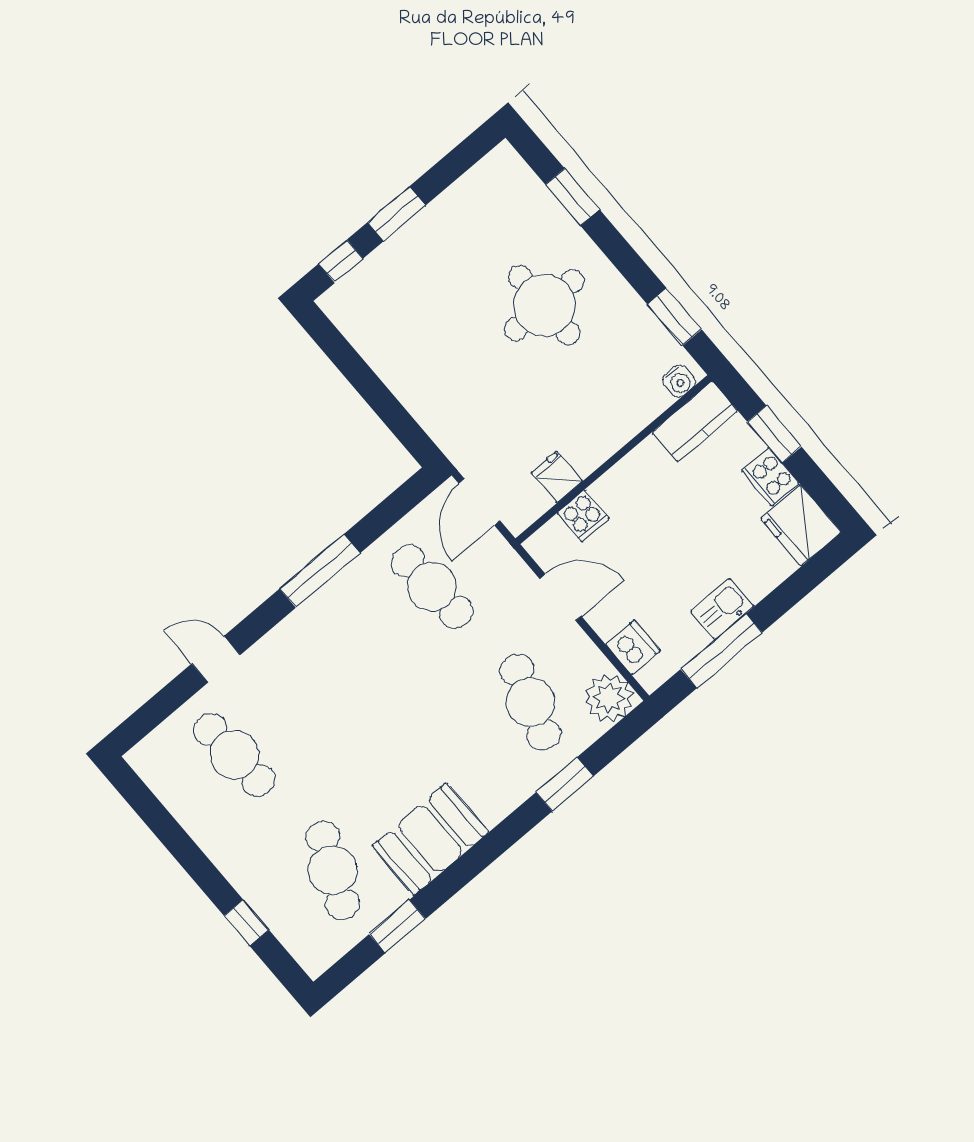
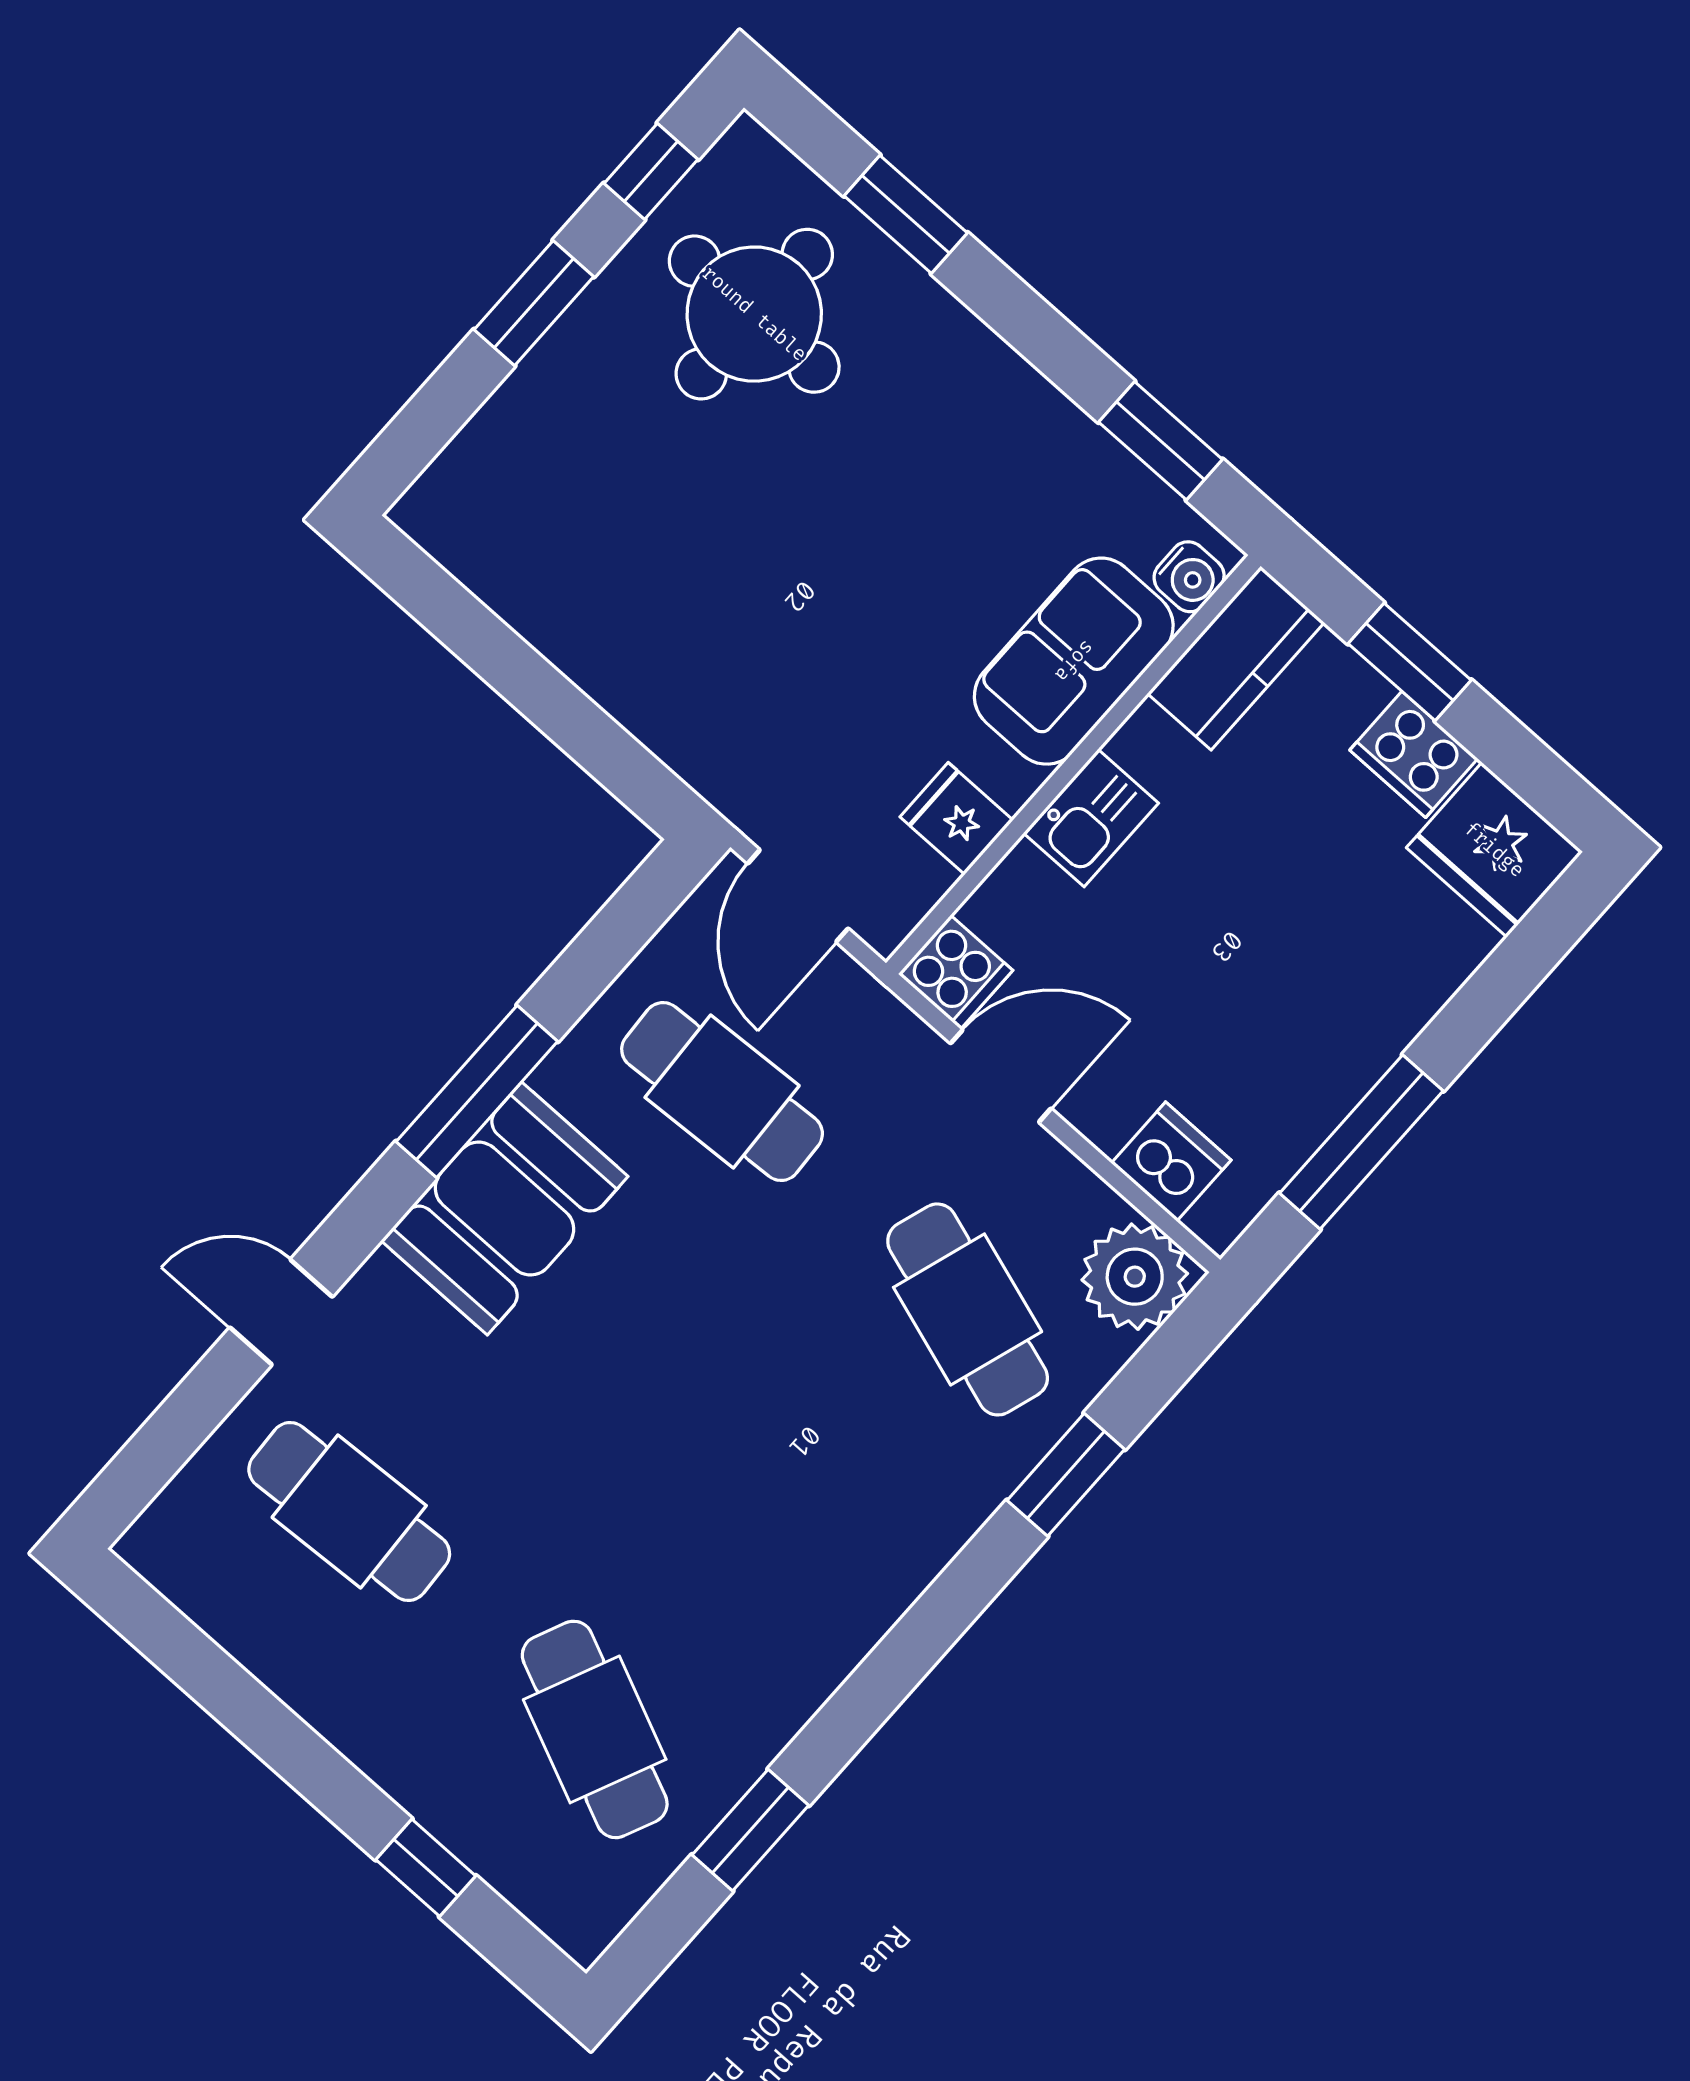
window: (341, 261) -> (651, 171), moved
round table: (544, 305) -> (754, 314), moved
sofa: (621, 412) -> (1074, 661), added
cooker: (583, 516) -> (956, 972), moved
kitchen sink: (722, 609) -> (1091, 818), moved, turned 180
booth: (430, 839) -> (505, 1209), moved

